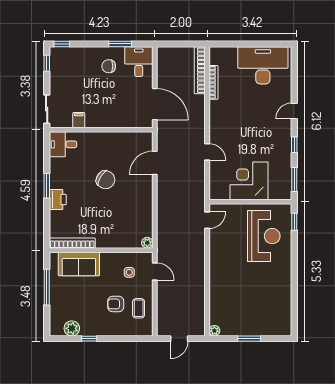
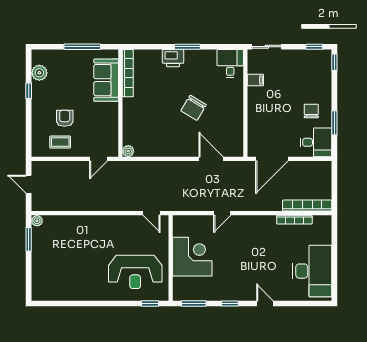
side table: (129, 272) -> (97, 132), removed
window: (249, 339) -> (29, 239), moved

